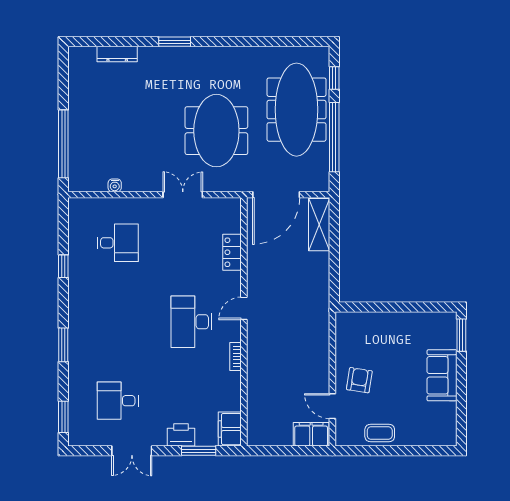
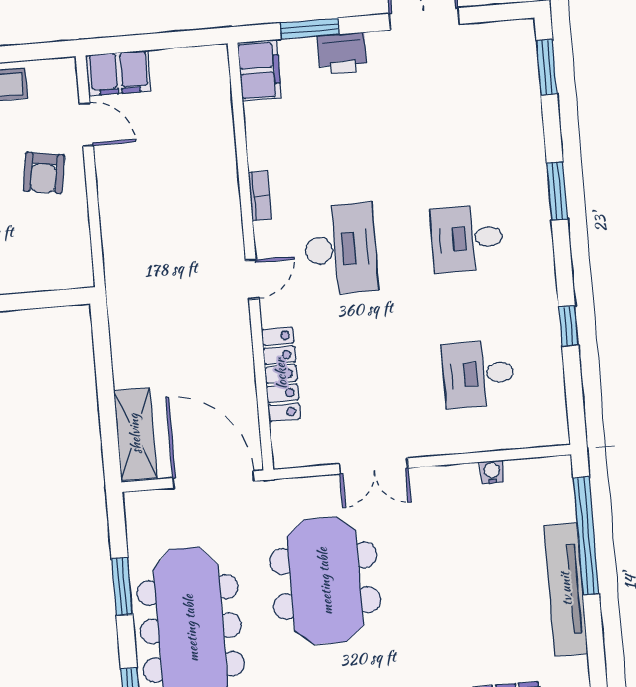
tv unit: (78, 114) -> (566, 589), added
window: (334, 137) -> (122, 587), width x0.47
door: (276, 195) -> (213, 479), hinge flipped
locker: (232, 252) -> (281, 374), width x1.53
desk: (118, 401) -> (467, 238), moved, turned 180

